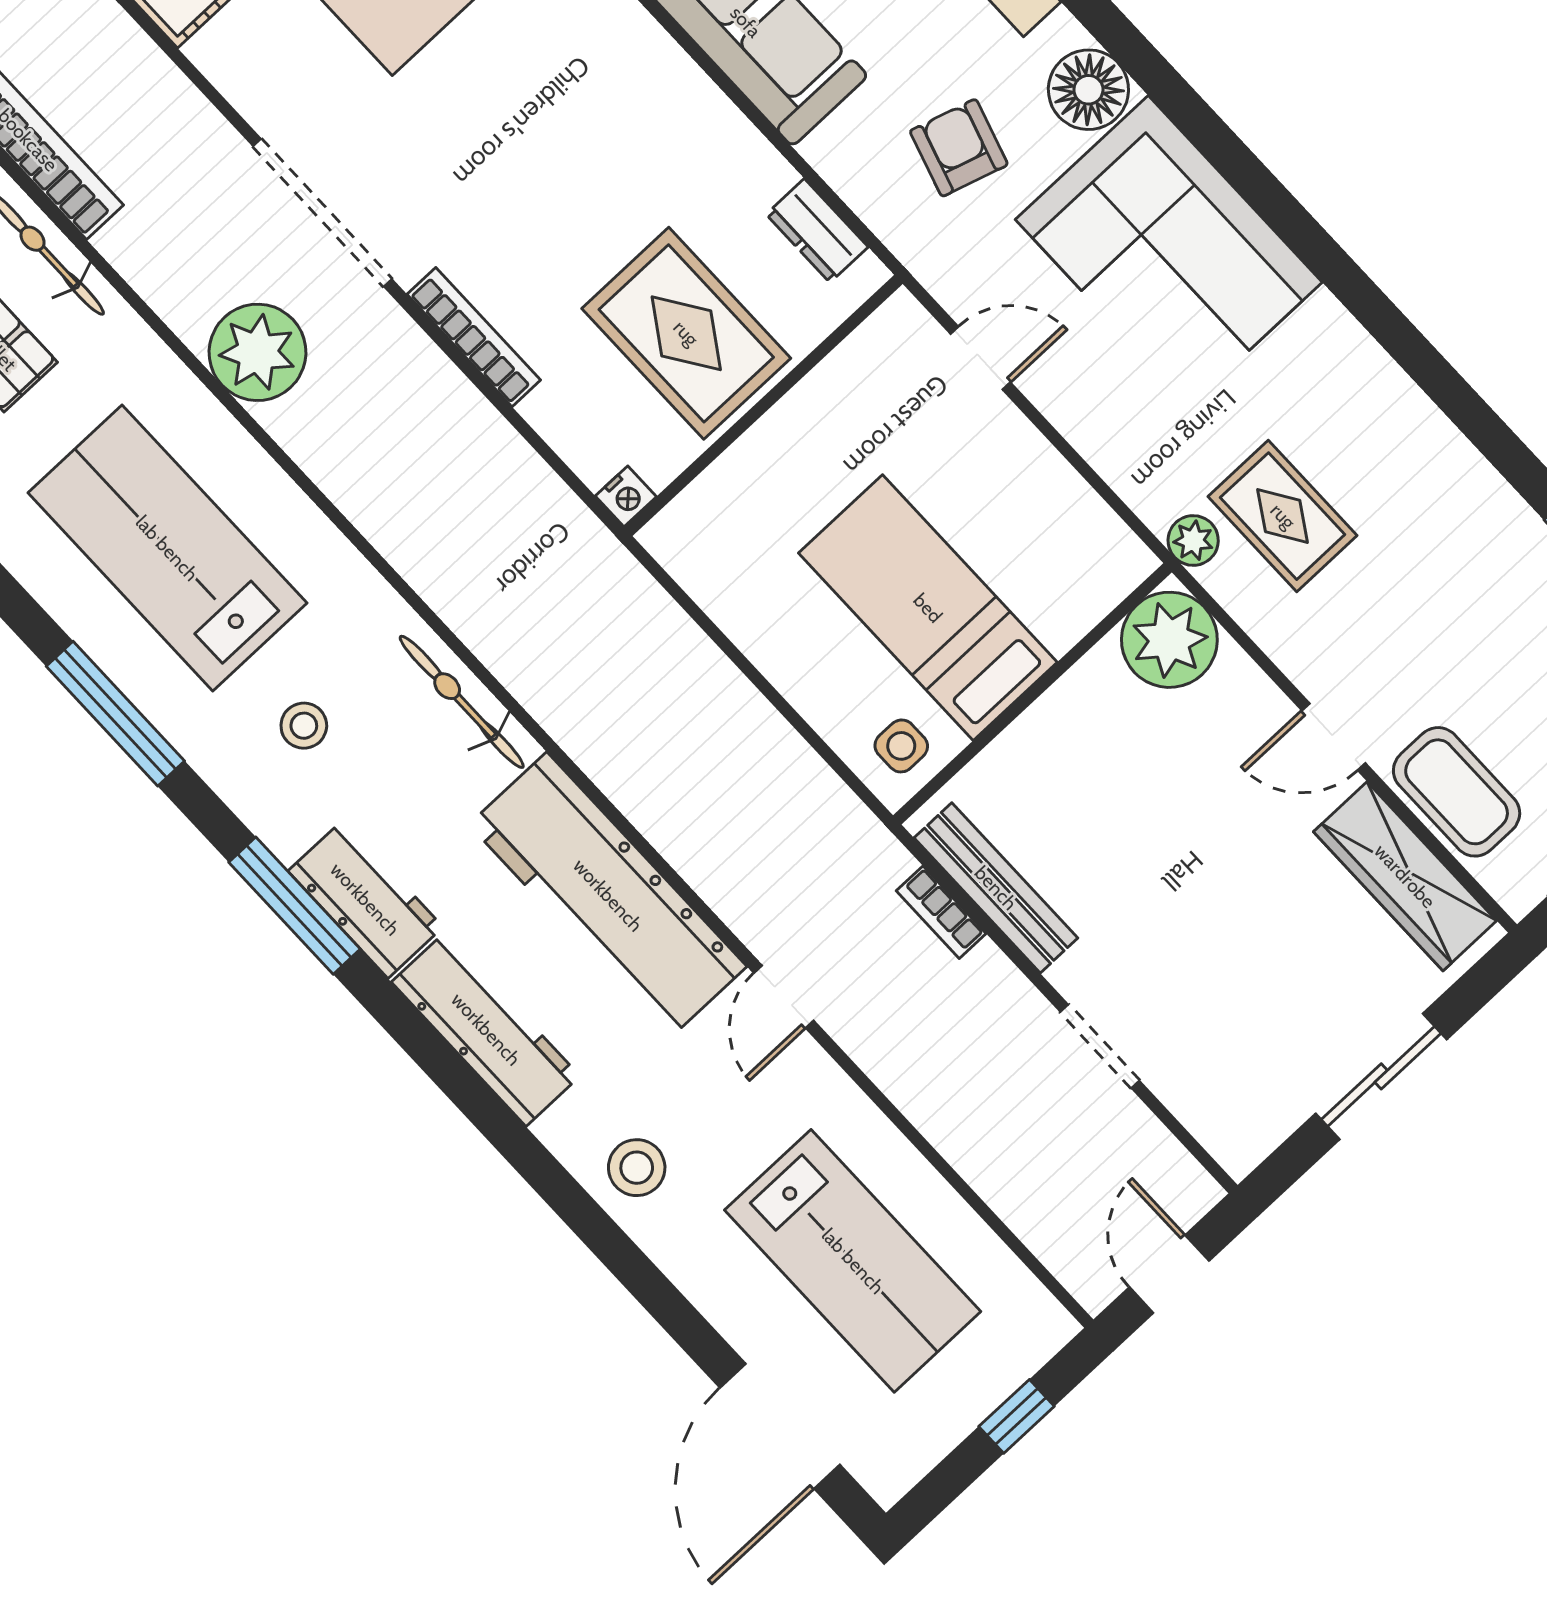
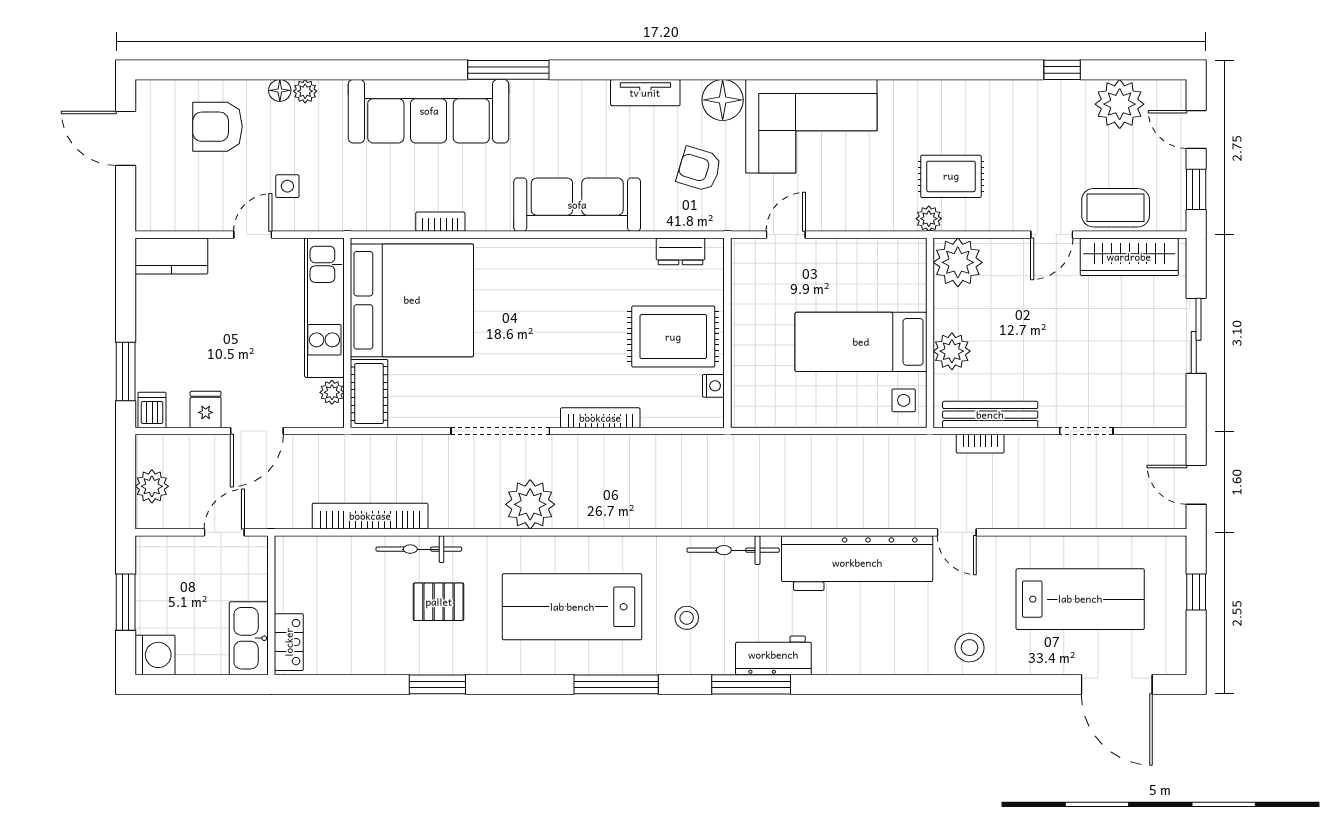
nightstand: (626, 496) -> (713, 386), moved
plant: (1035, 749) -> (952, 351), added
workbench: (486, 1029) -> (864, 656), removed

